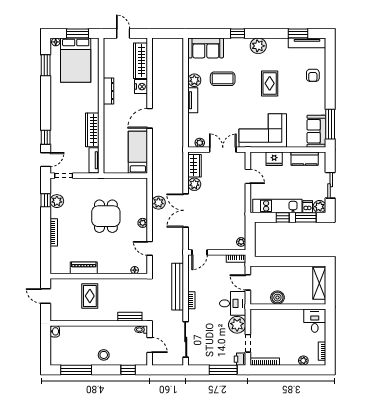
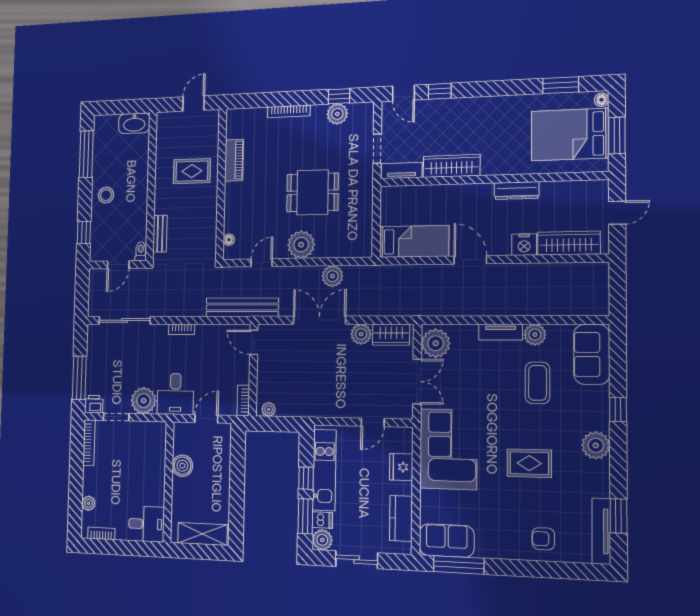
plant: (200, 143) -> (436, 343), width x1.88, depth x1.88
doorway: (64, 176) -> (377, 149), moved
plant: (143, 223) -> (301, 245), width x1.88, depth x1.88
bench: (178, 287) -> (242, 307), moved
washbasin: (55, 331) -> (134, 123), width x1.91, depth x1.45

